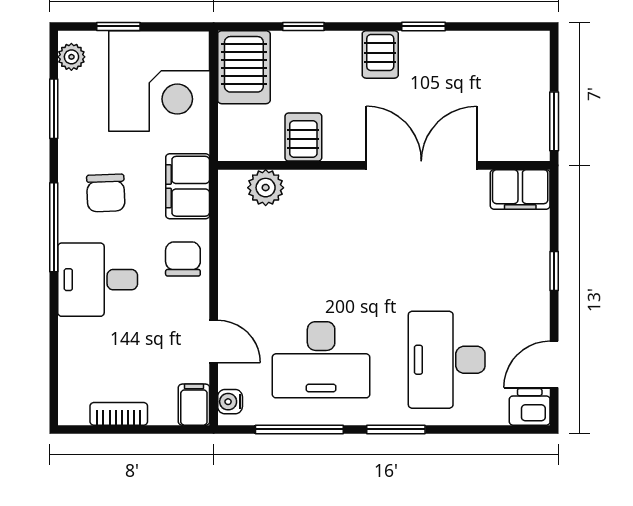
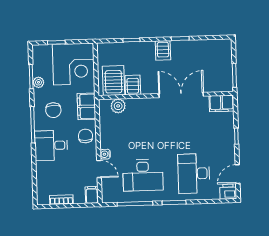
plant: (71, 57) -> (38, 82), moved
server rack: (244, 67) -> (113, 81), moved, turned 180
water cooler: (230, 402) -> (105, 154), moved

